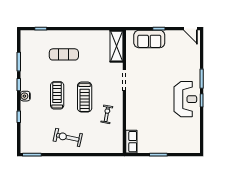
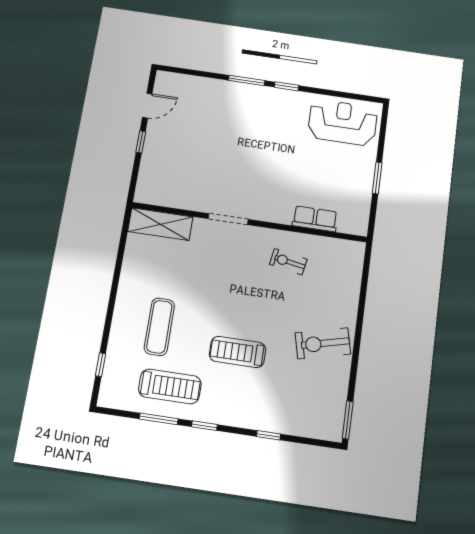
door: (191, 29) -> (147, 106), moved
sofa: (149, 39) -> (157, 162), removed
water cooler: (25, 96) -> (229, 416), removed
treadmill: (85, 97) -> (170, 386), moved
reception desk: (185, 99) -> (343, 122), moved
exercise bike: (68, 137) -> (323, 343), turned 64
row of seats: (131, 142) -> (315, 219), moved

